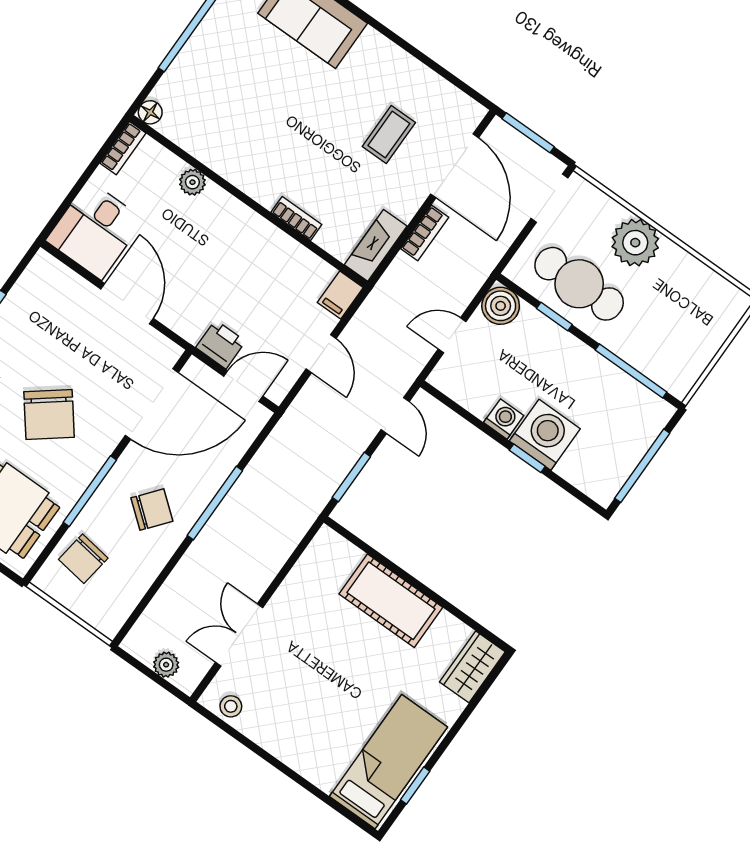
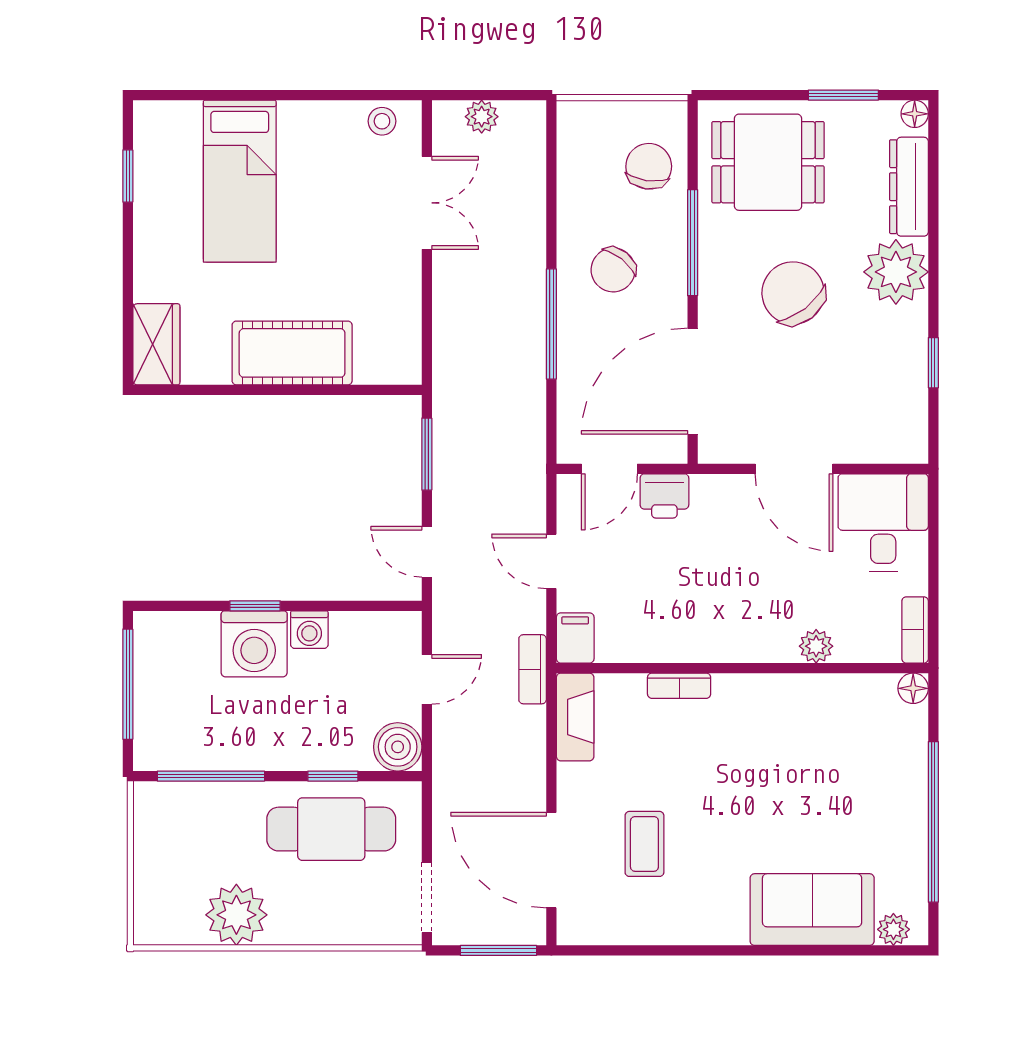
bookcase: (425, 233) -> (533, 669), moved
plant: (635, 243) -> (236, 915), moved
bed: (388, 762) -> (240, 181), moved

